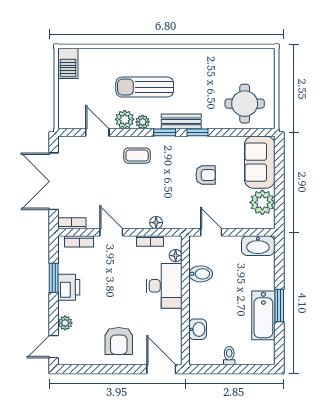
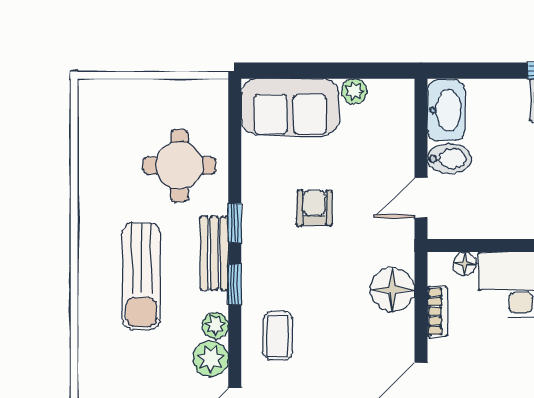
sun lounger: (145, 87) -> (141, 276), moved
round table: (245, 104) -> (179, 166), moved
plant: (262, 202) -> (354, 91), width x0.53, depth x0.53
floor lamp: (156, 223) -> (392, 290), width x1.89, depth x1.89
bidet: (201, 274) -> (449, 159), moved, turned 90

